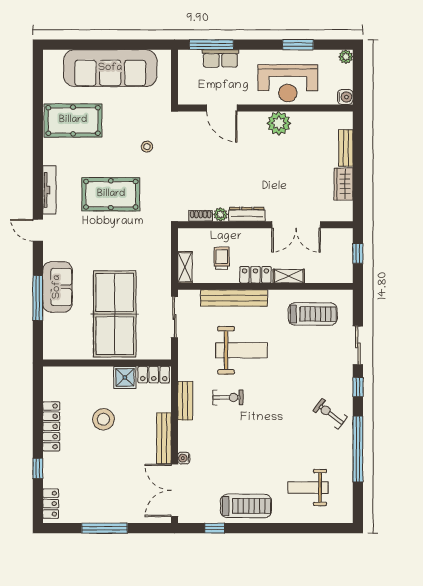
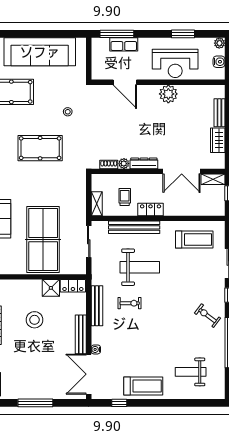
water cooler: (345, 97) -> (219, 62), moved
shelving: (289, 276) -> (213, 179), moved
bench: (185, 401) -> (97, 306), width x1.36

